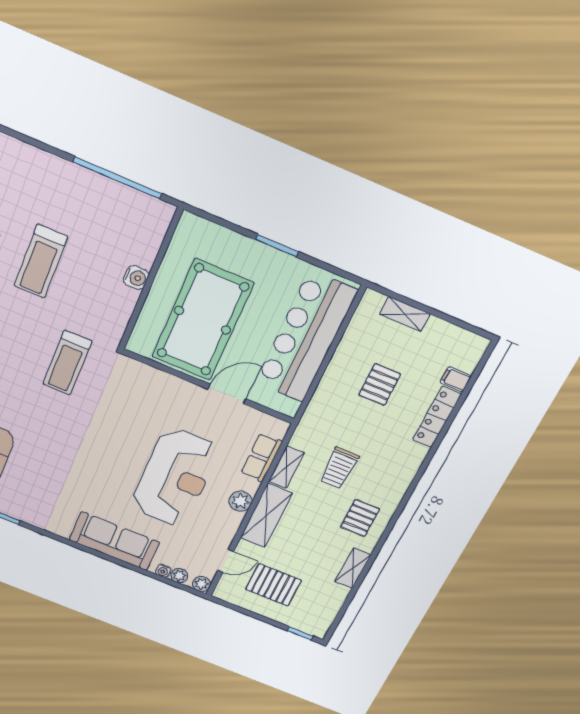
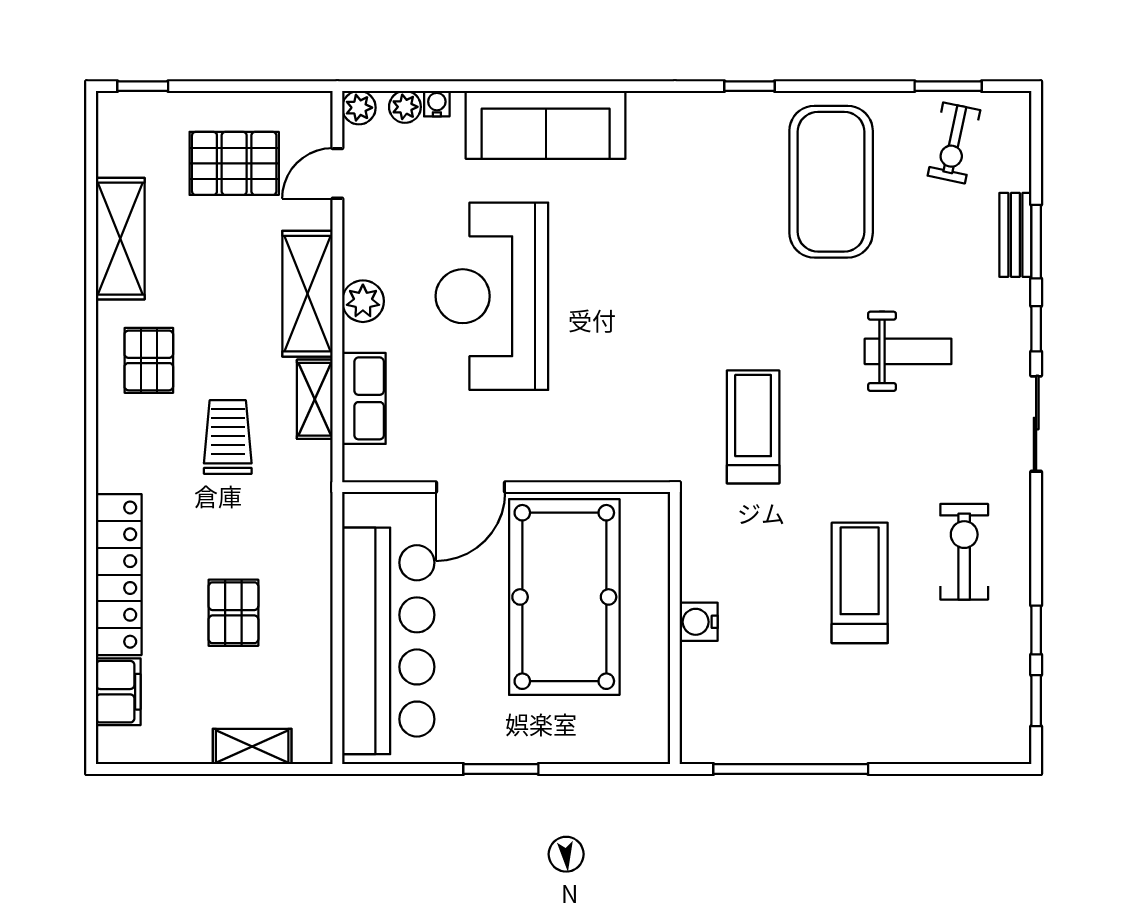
filing cabinet: (456, 379) -> (118, 692), width x2.00
locker: (437, 417) -> (119, 575), width x1.41, depth x1.21
shelving: (353, 568) -> (120, 239), width x1.50, depth x1.33

